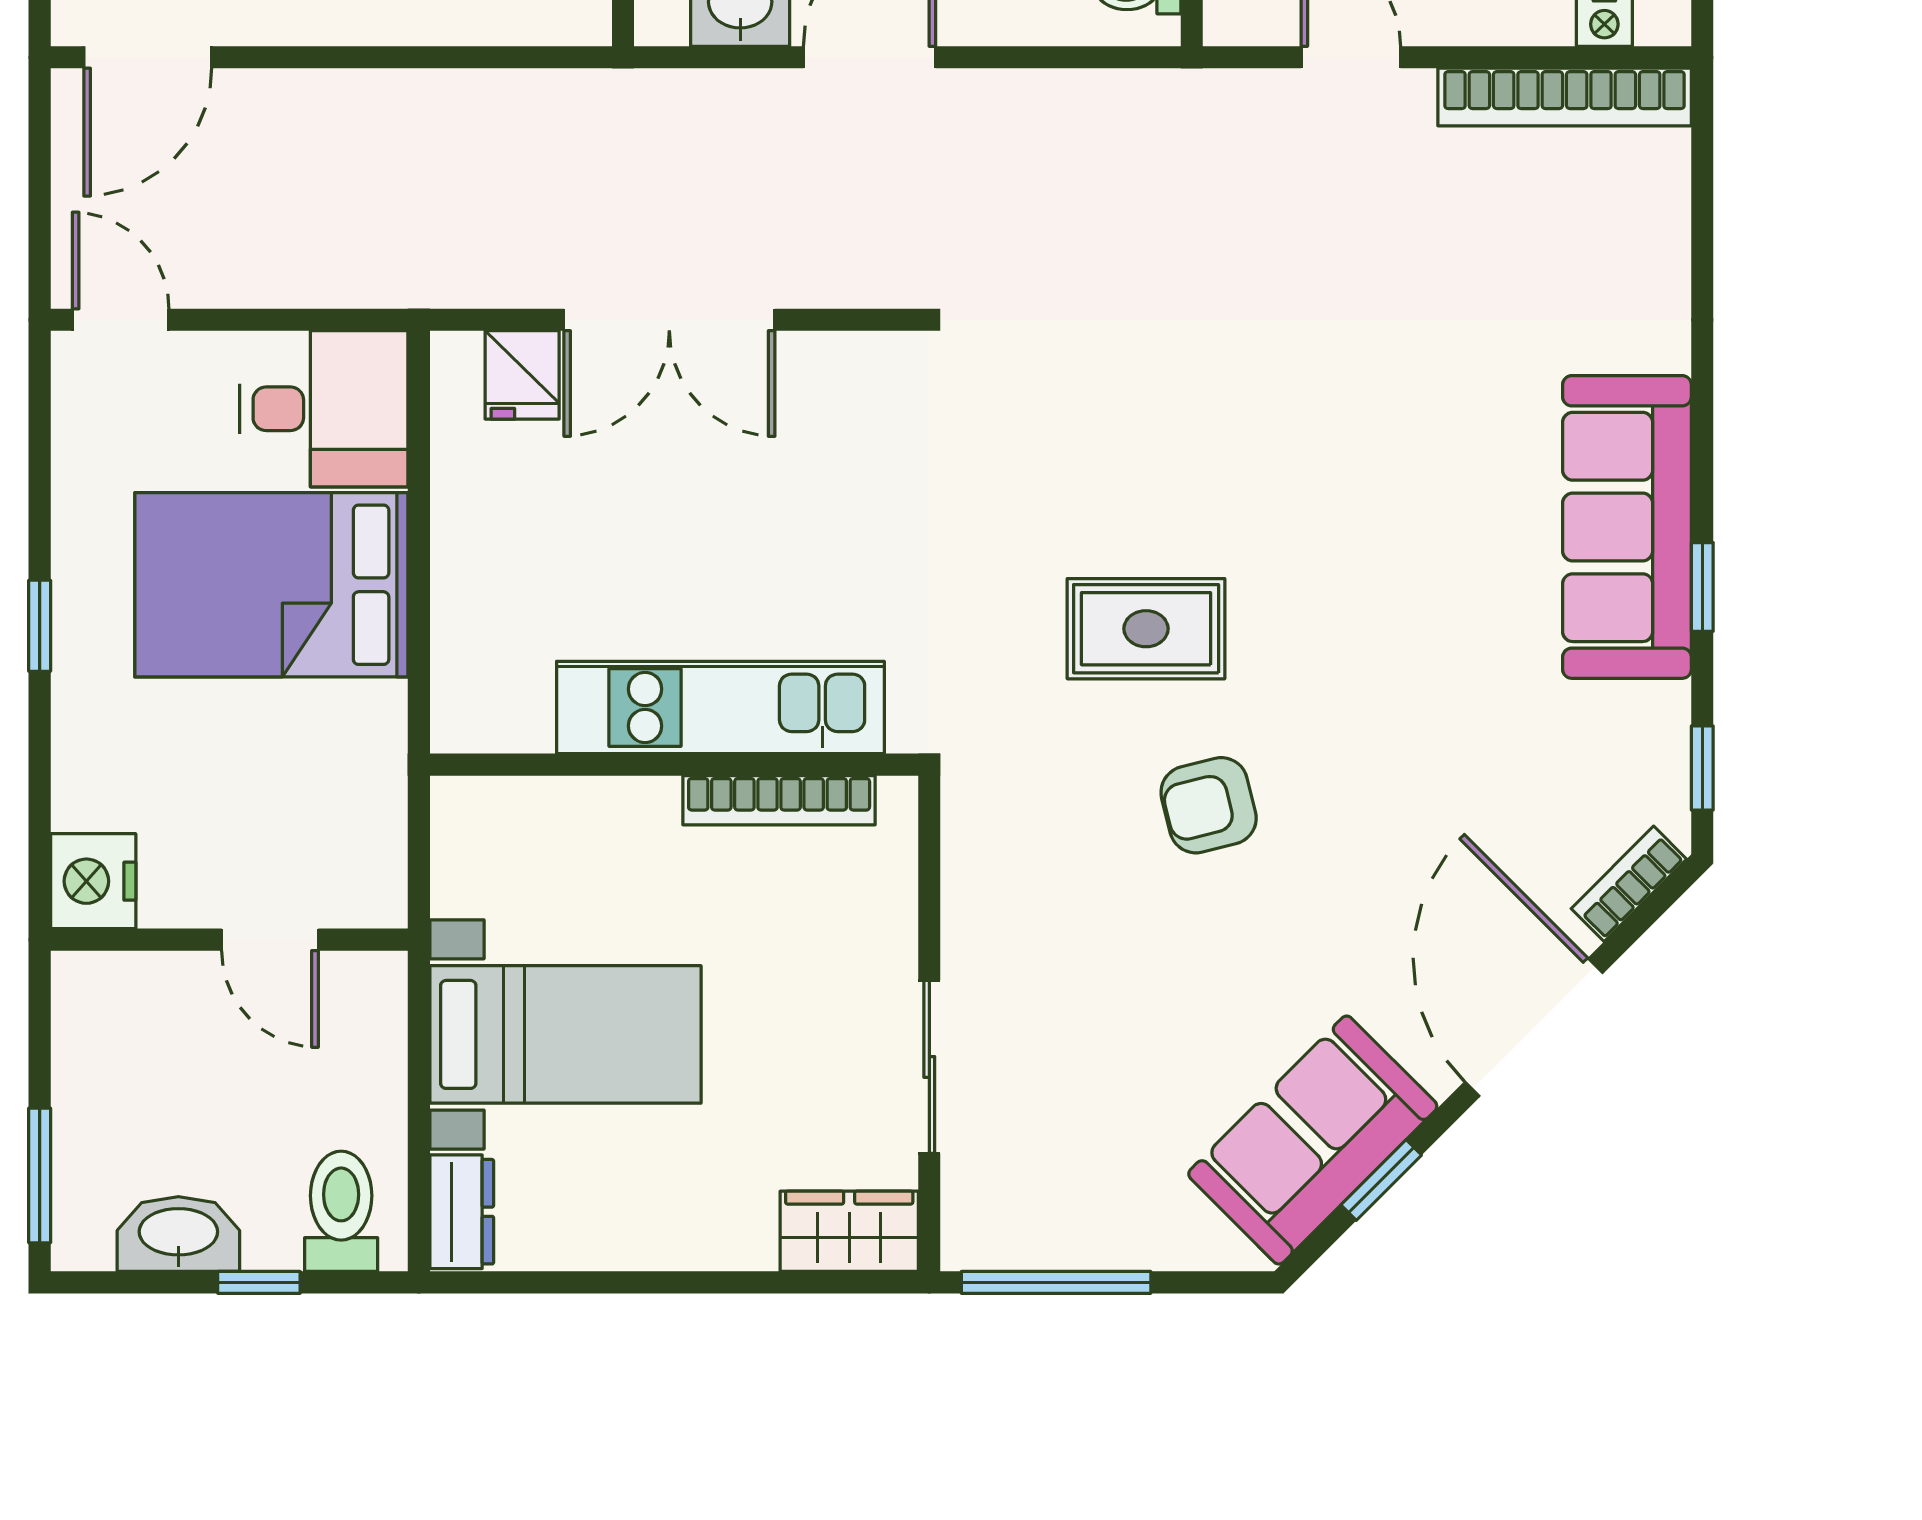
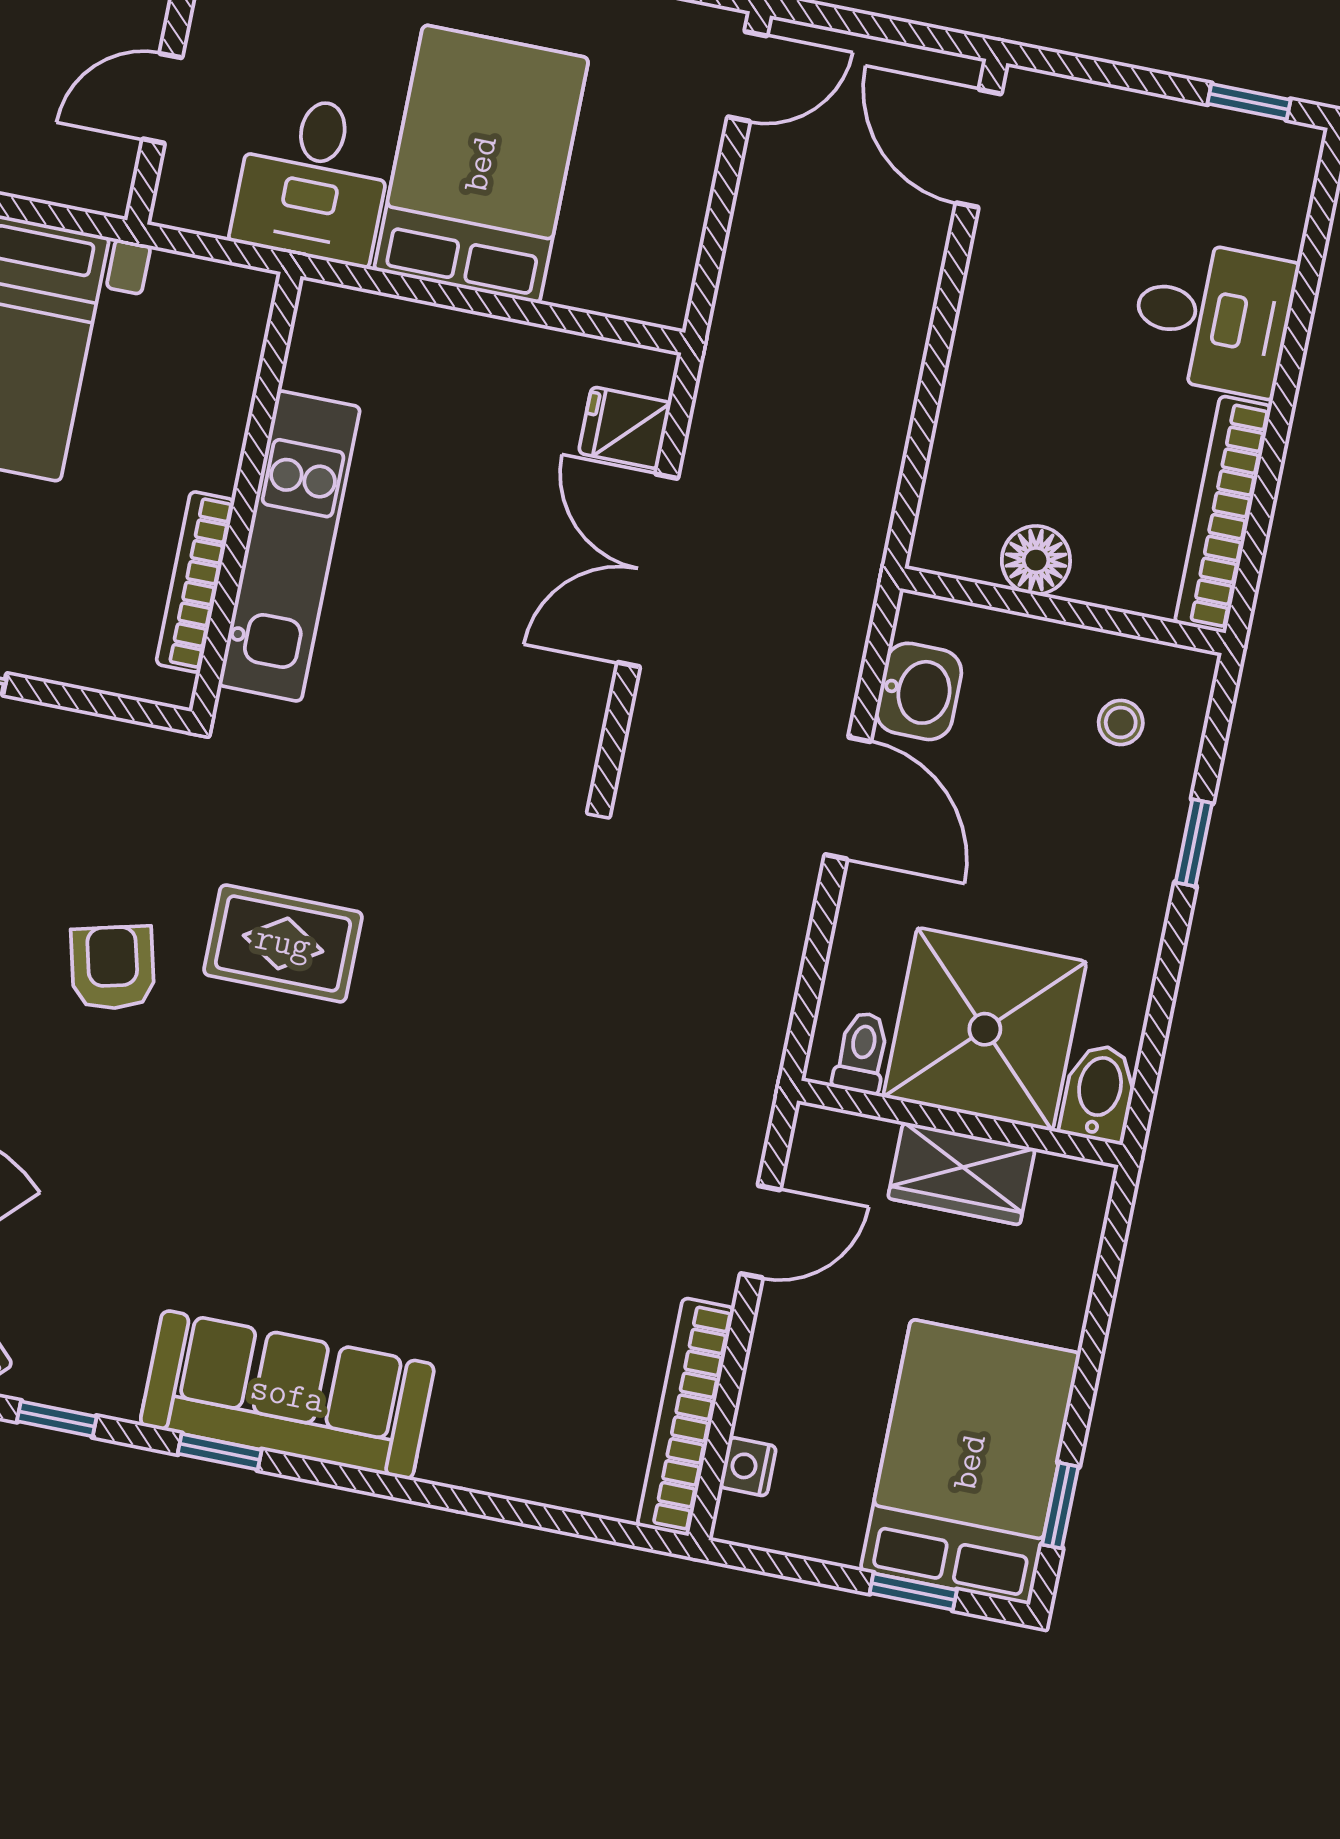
desk: (324, 409) -> (313, 179), moved
rug: (1146, 629) -> (283, 943), turned 90

